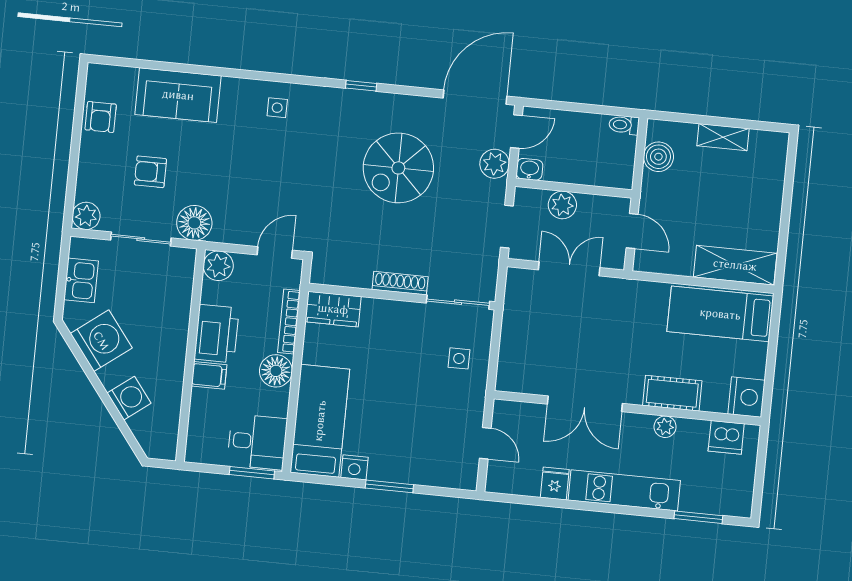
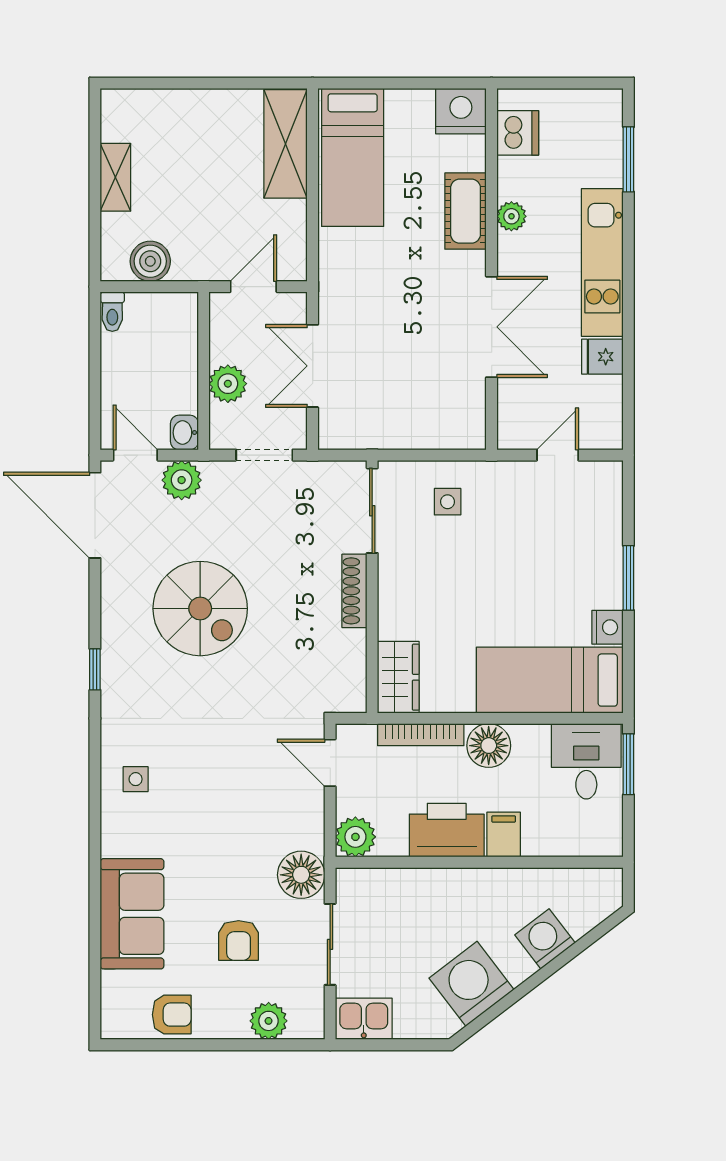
plant: (86, 216) -> (269, 1021), moved
kitchen sink: (81, 280) -> (364, 1019), moved

